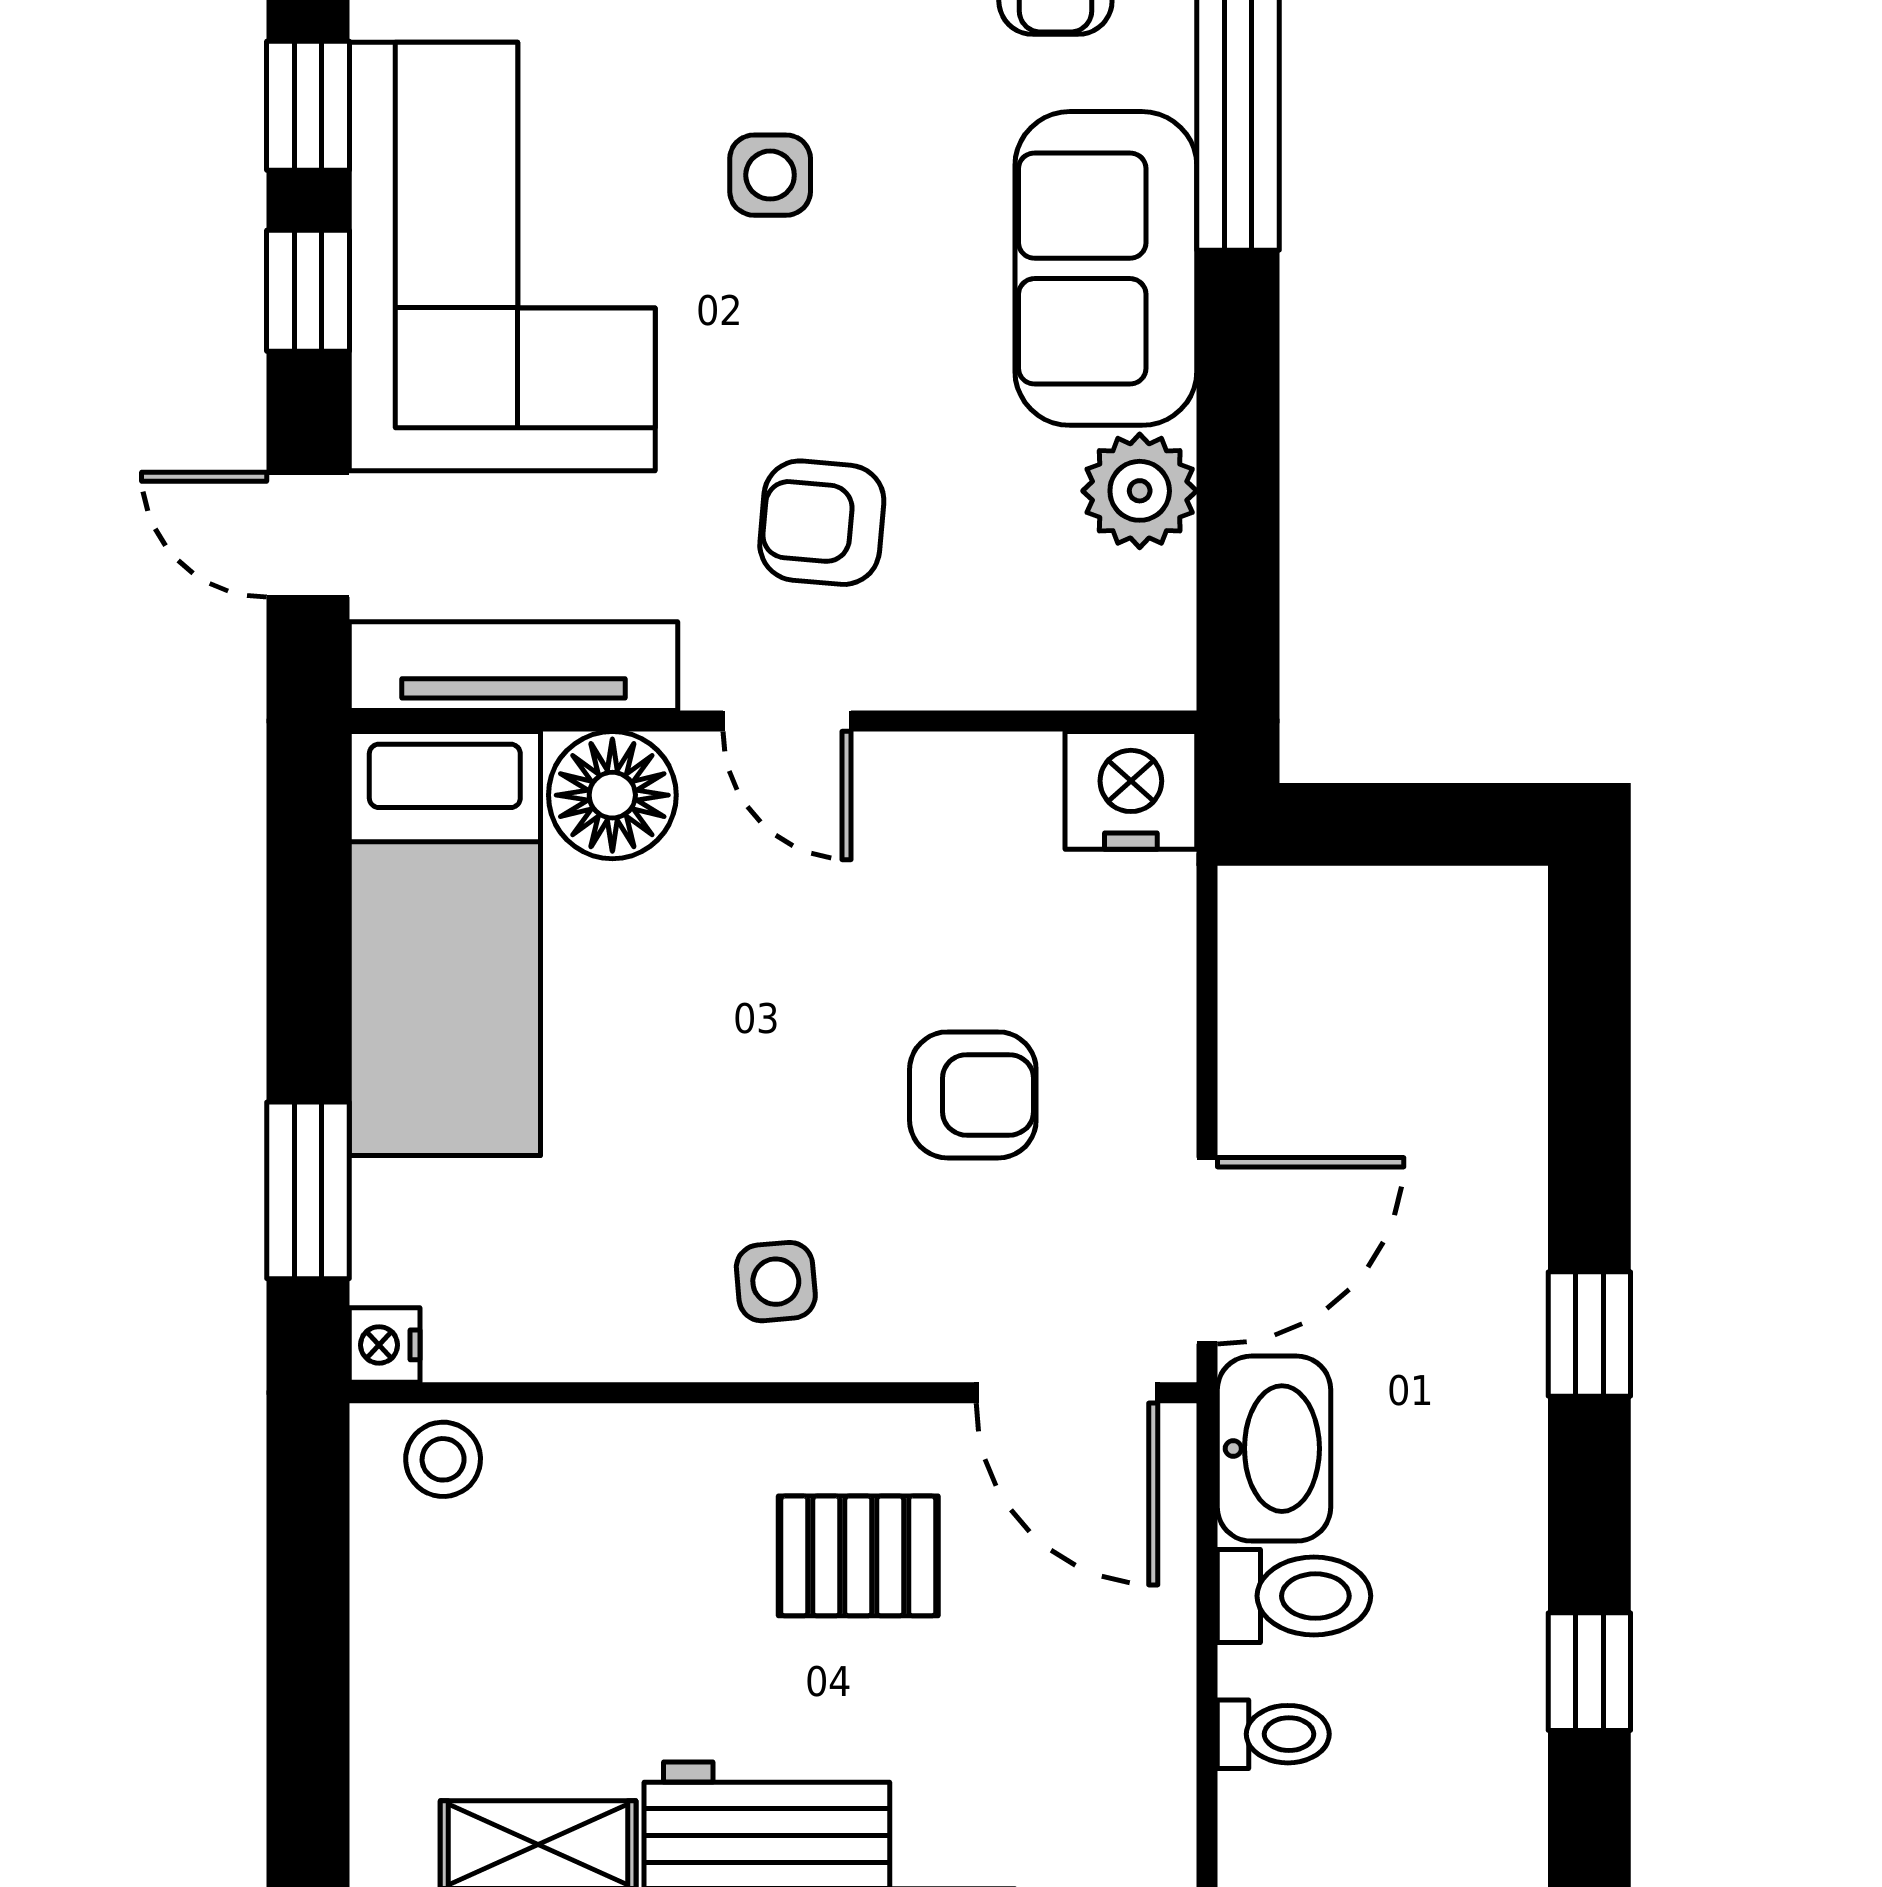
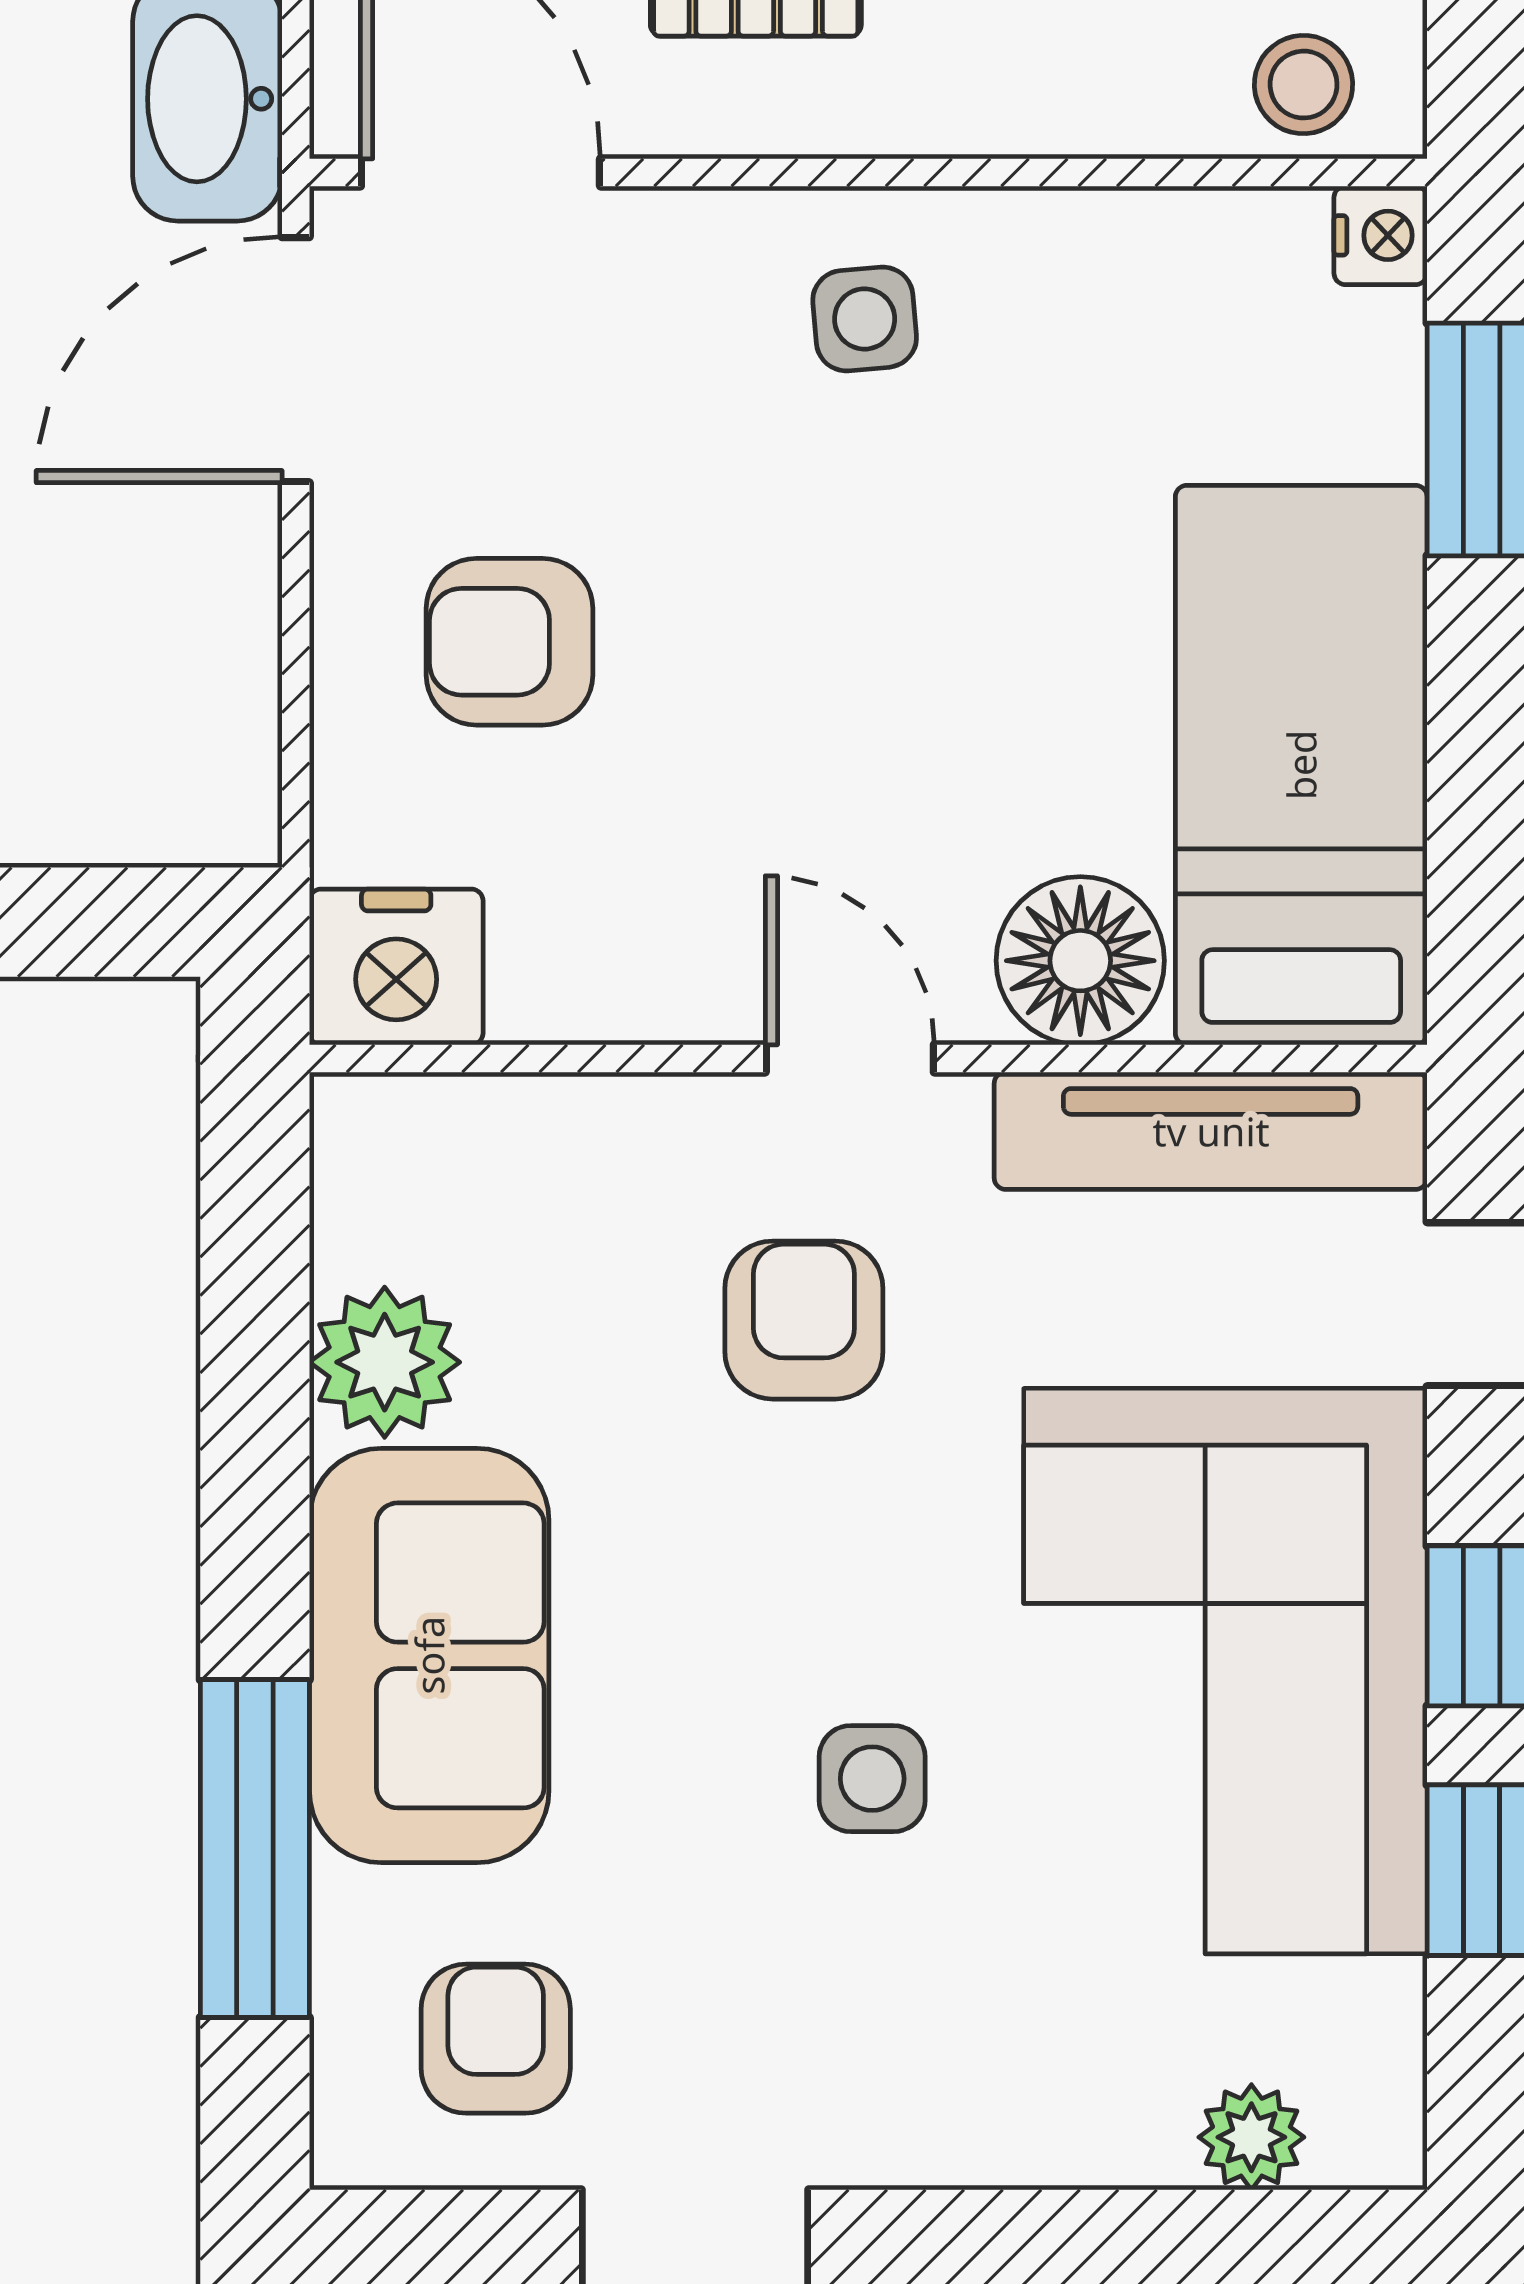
armchair: (822, 523) -> (804, 1320), turned -95
armchair: (973, 1095) -> (509, 642), moved

